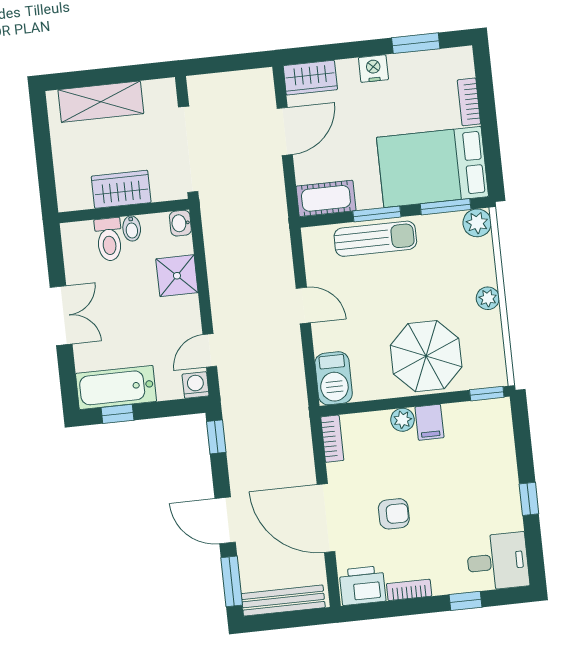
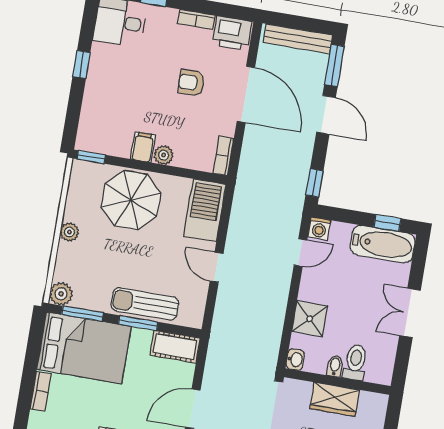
barbecue: (334, 378) -> (205, 210), width x1.37, depth x1.21

